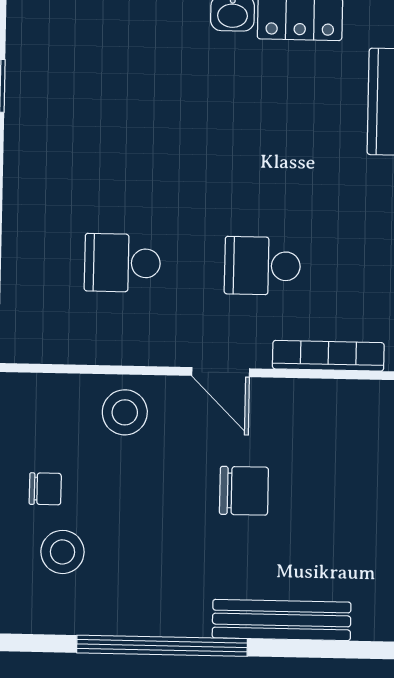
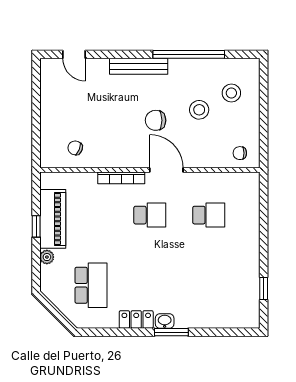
door: (221, 372) -> (166, 170), width x1.38
stool: (125, 412) -> (199, 110), moved
chair: (45, 489) -> (240, 153), moved

